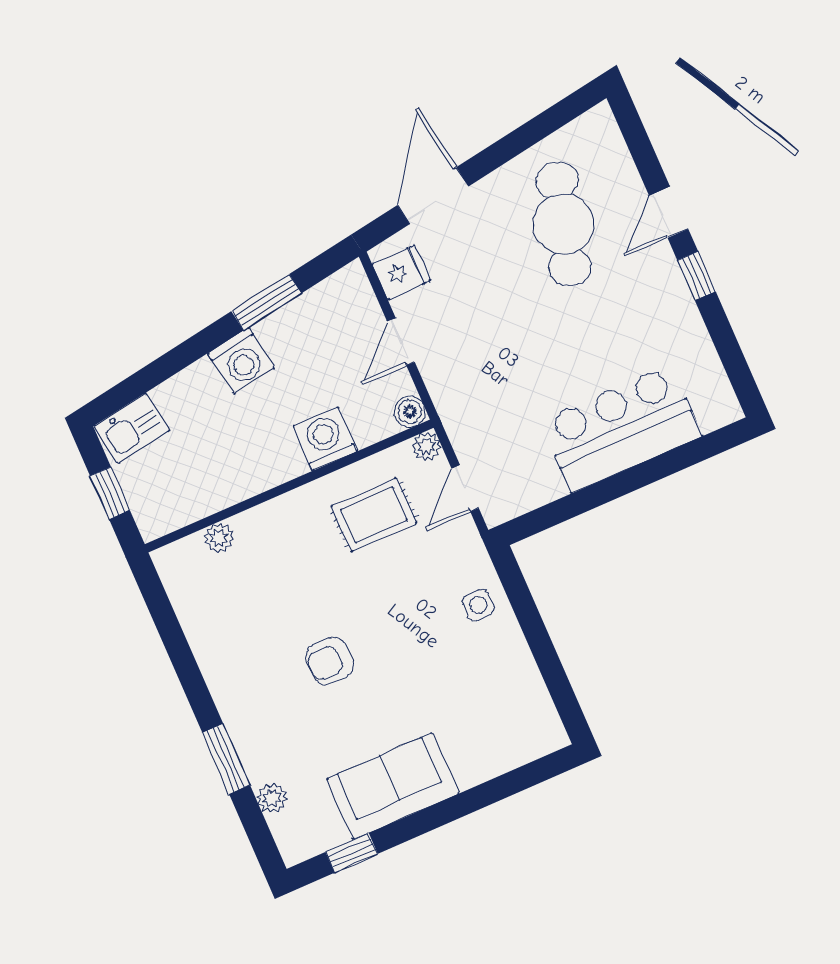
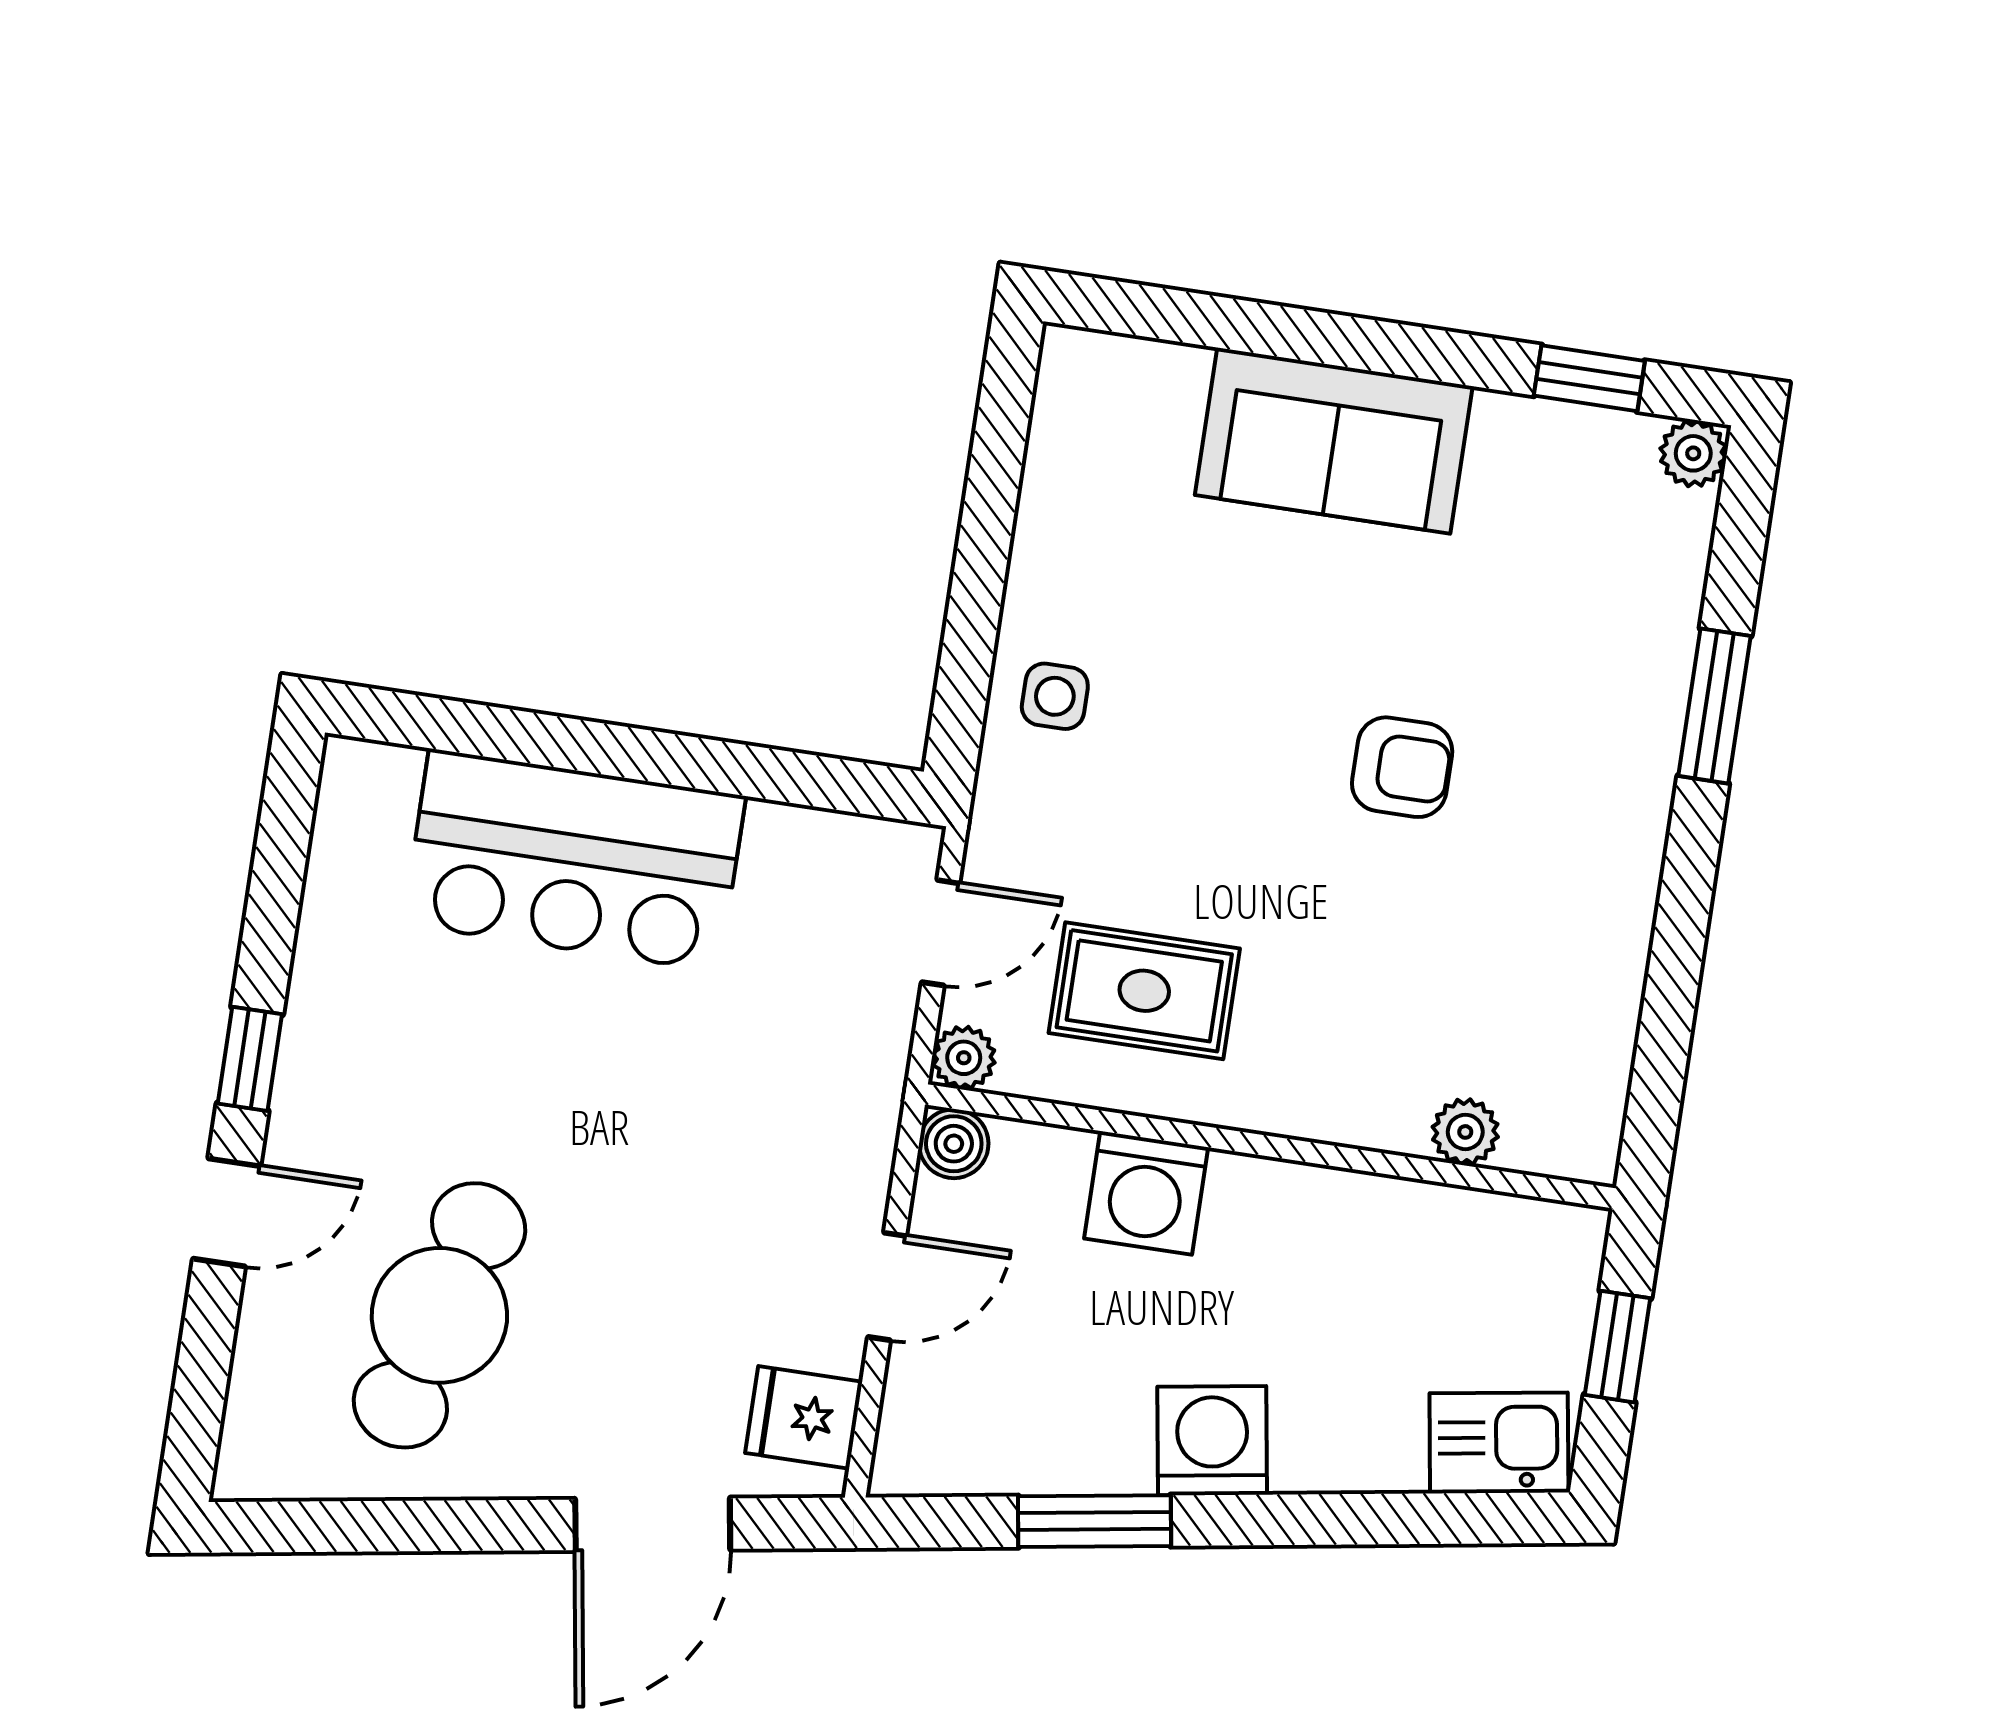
sofa: (393, 786) -> (1334, 441), moved
plant: (272, 798) -> (1693, 453), moved

